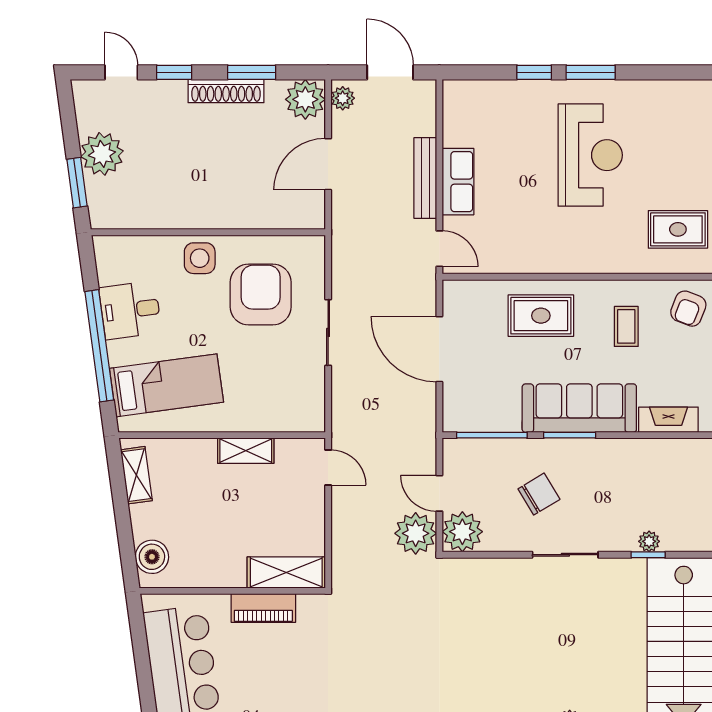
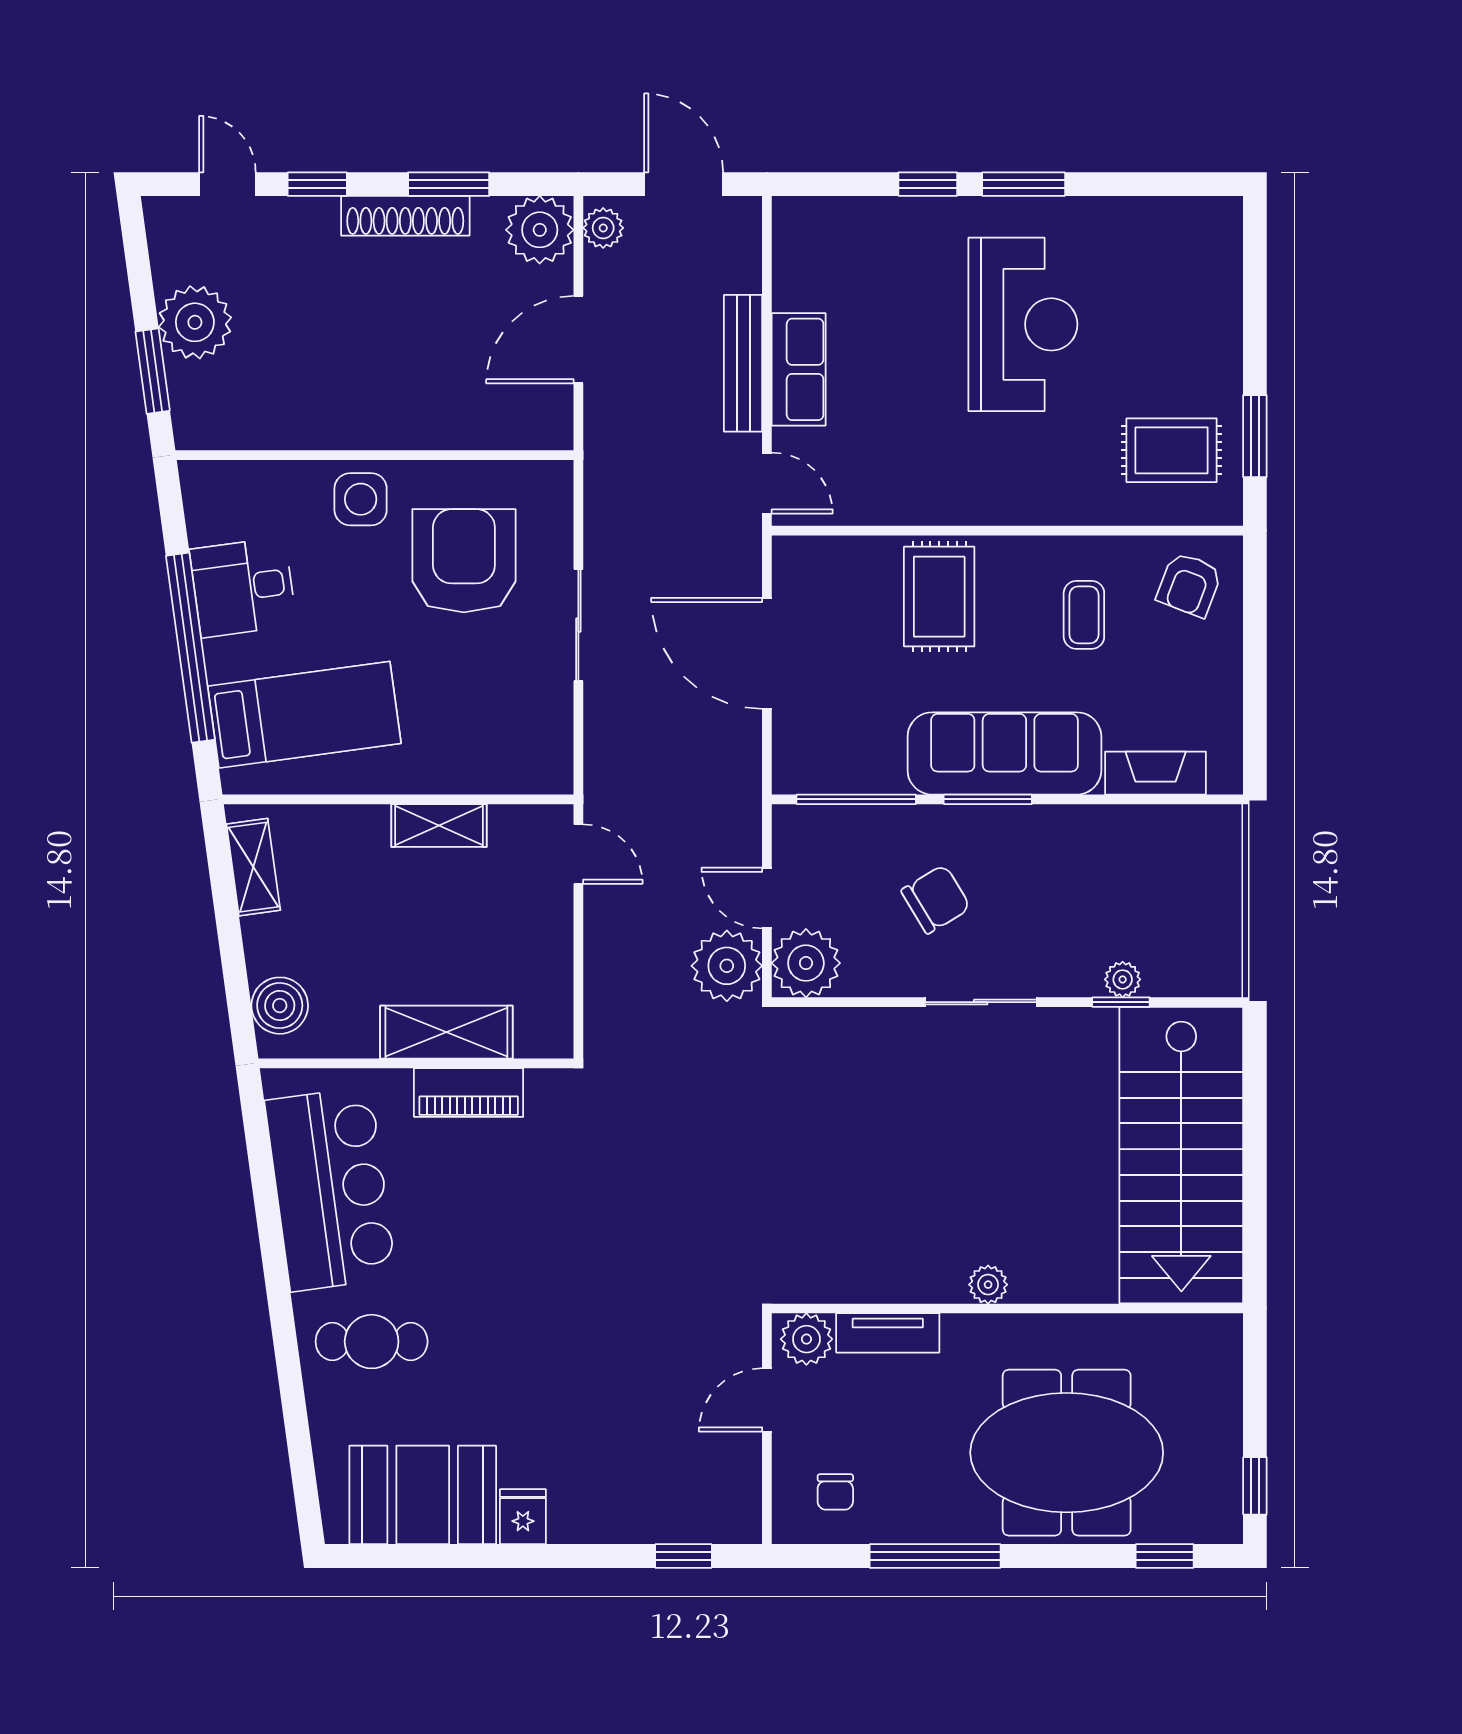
rug: (541, 316) -> (939, 597), turned 90
shelving: (286, 572) -> (446, 1032), moved

